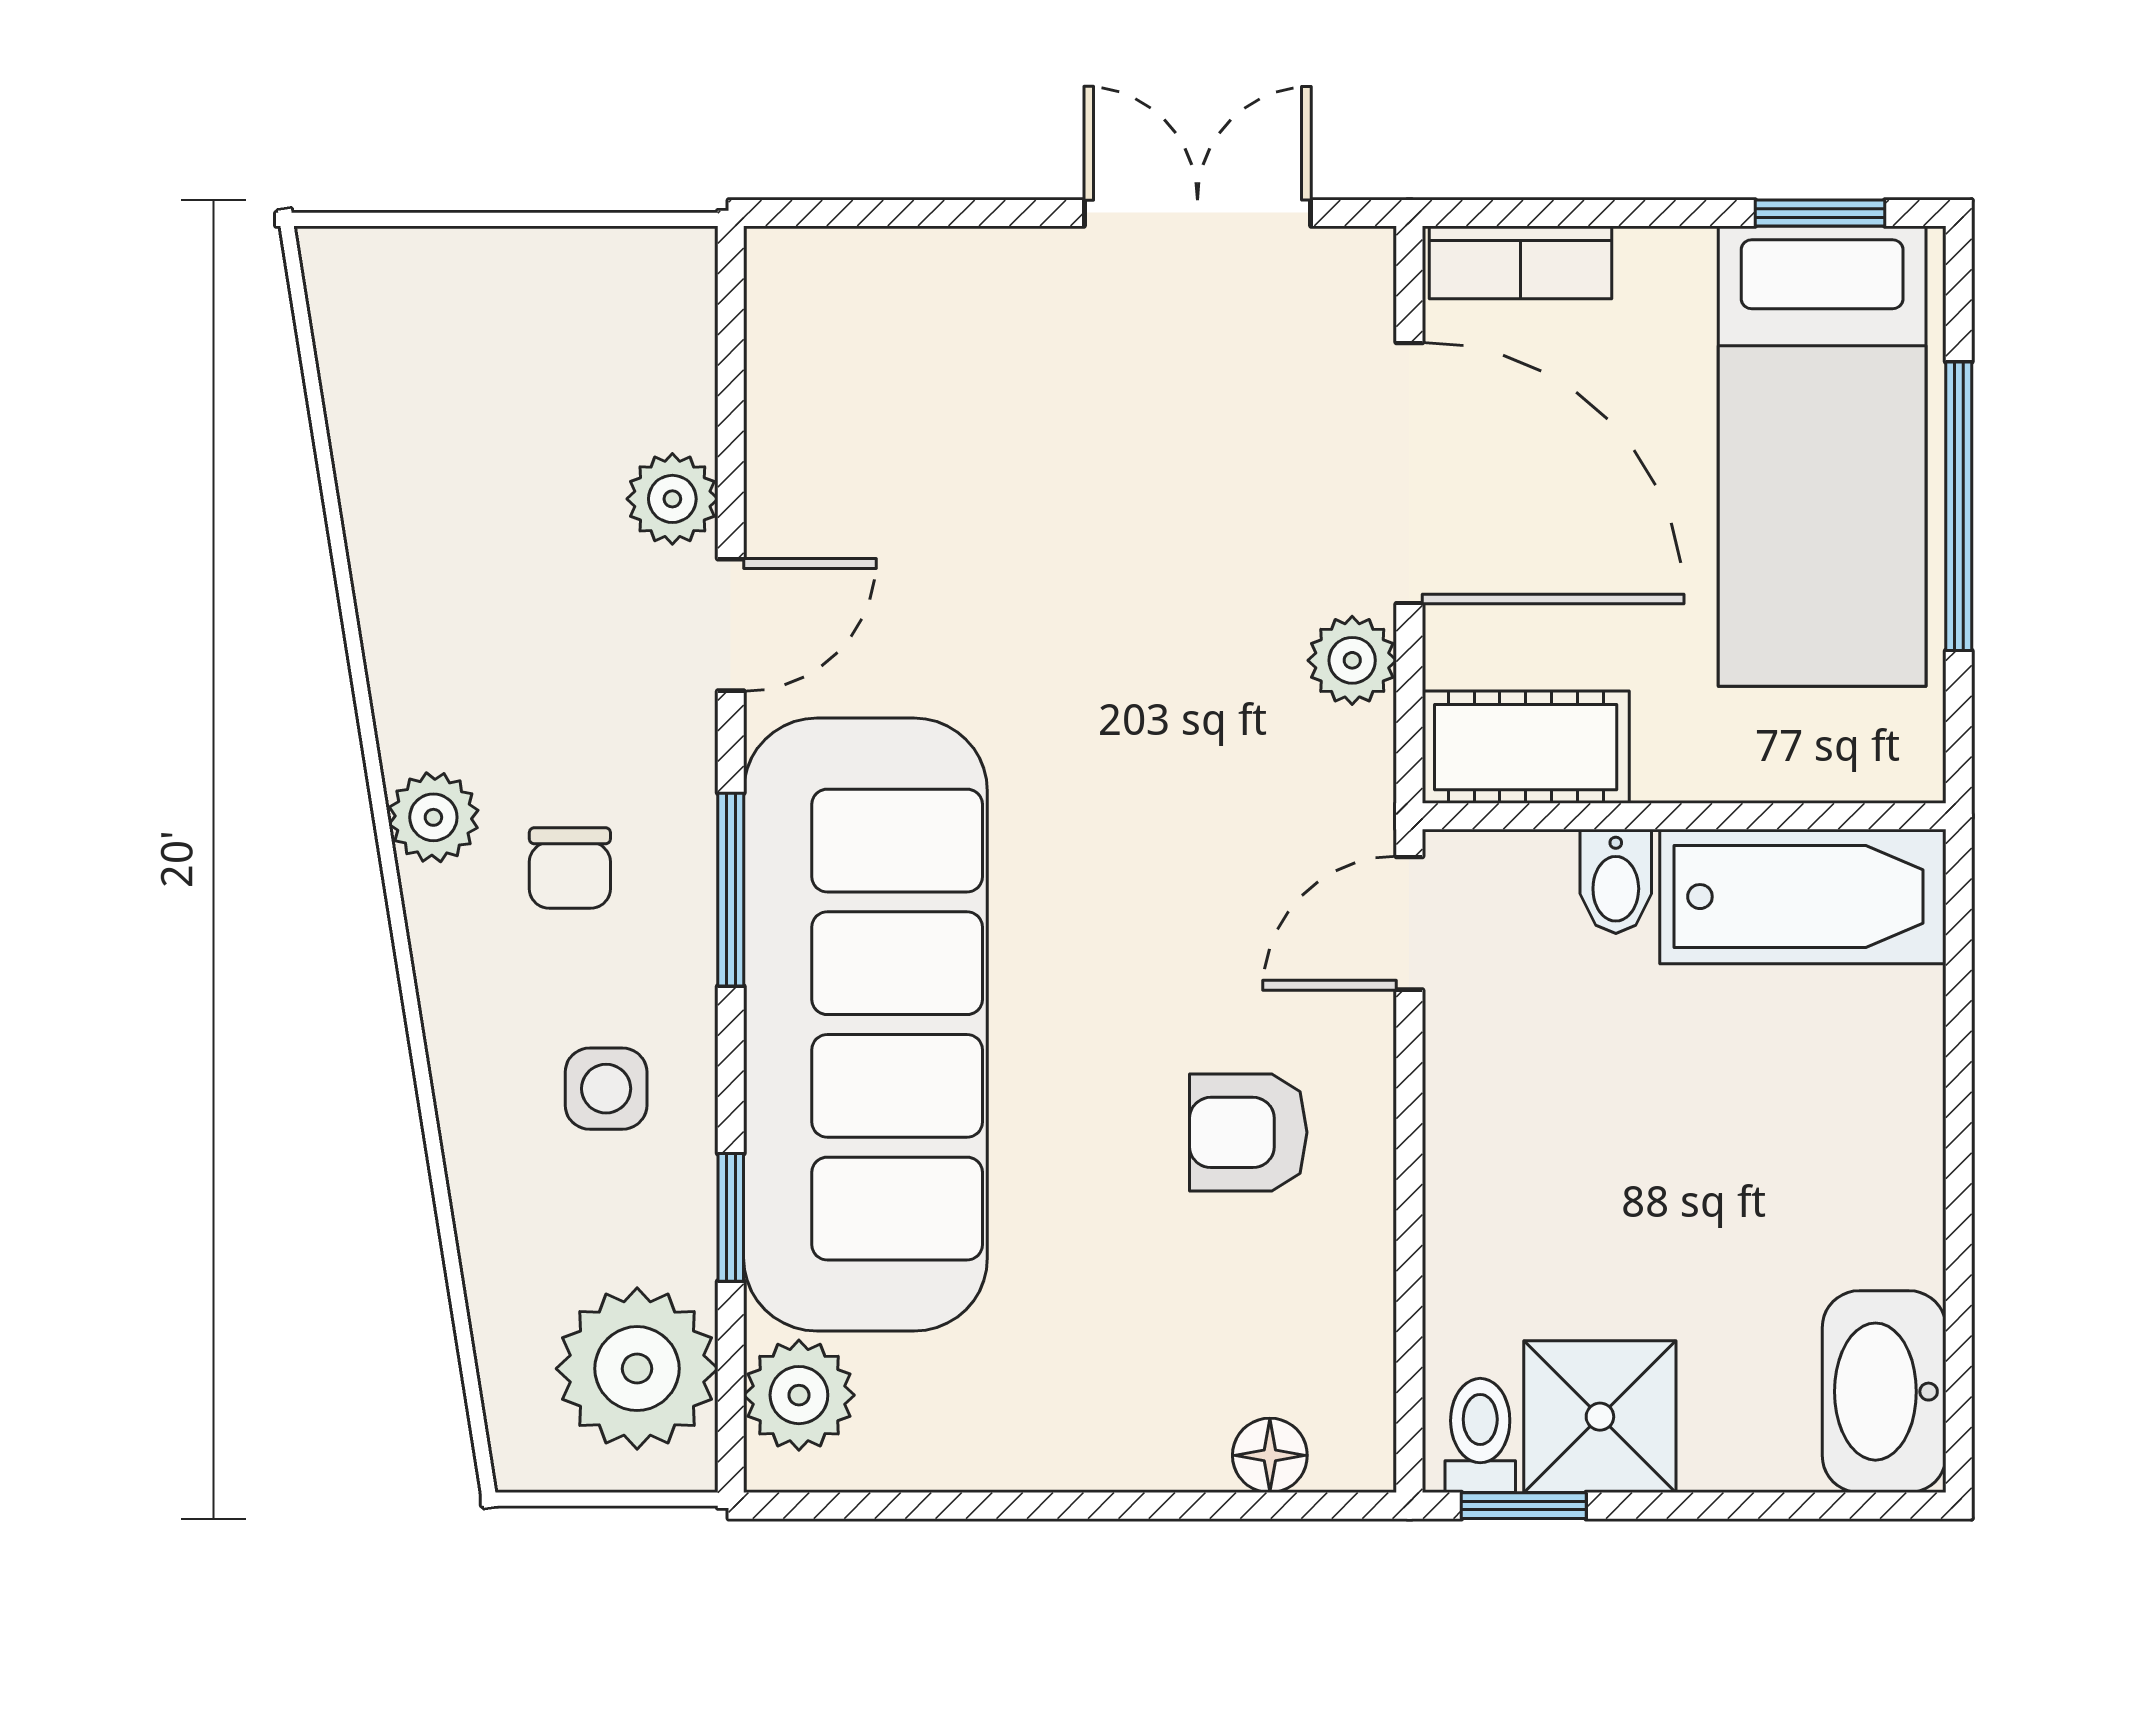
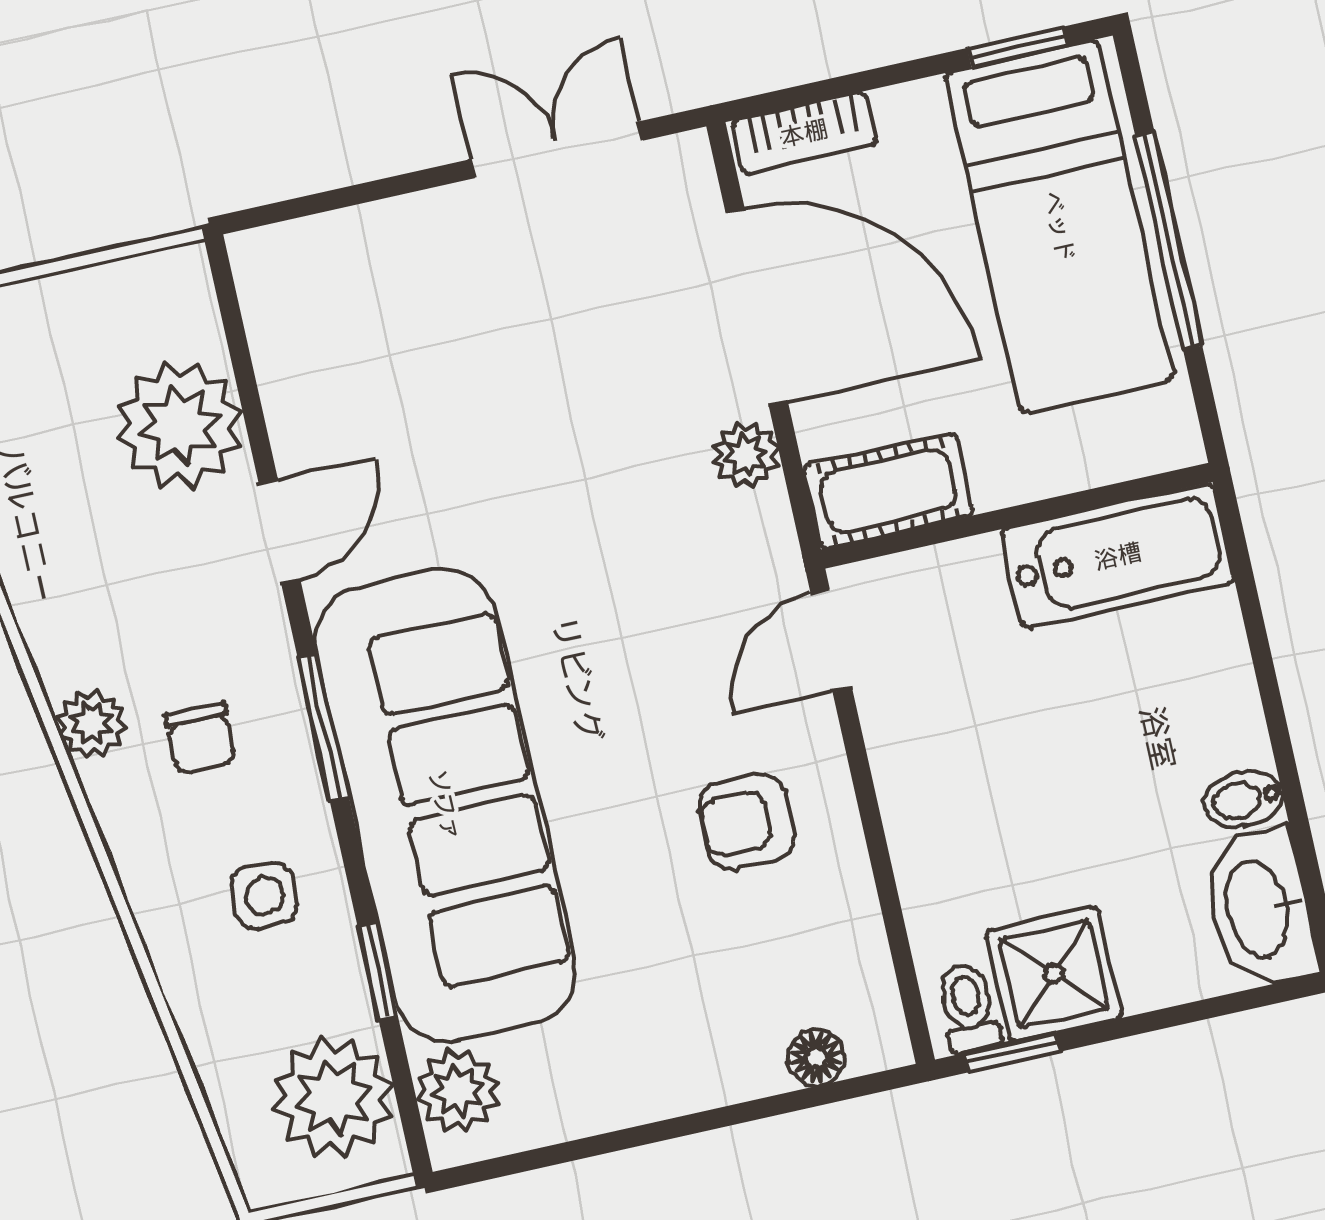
plant: (672, 499) -> (179, 425), width x1.88, depth x1.88
bidet: (1616, 881) -> (1243, 799), moved, turned 90

